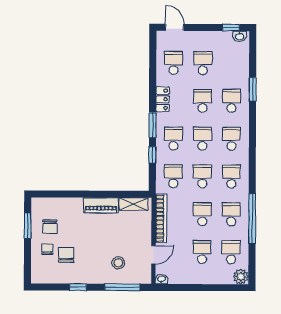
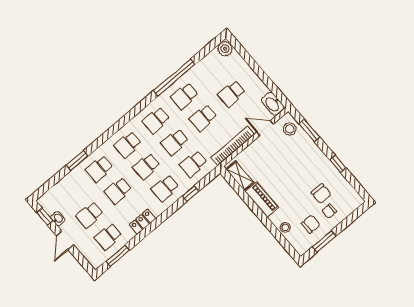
door: (175, 27) -> (65, 240), moved
washbasin: (240, 36) -> (58, 219), moved
window: (153, 125) -> (118, 256), moved
stool: (64, 205) -> (285, 228), added
school desk: (231, 252) -> (213, 72), removed
chair: (66, 255) -> (321, 194), turned -90
stool: (118, 263) -> (290, 129), moved
washbasin: (161, 279) -> (273, 104), width x1.91, depth x1.45
window: (122, 287) -> (309, 131), width x0.69

